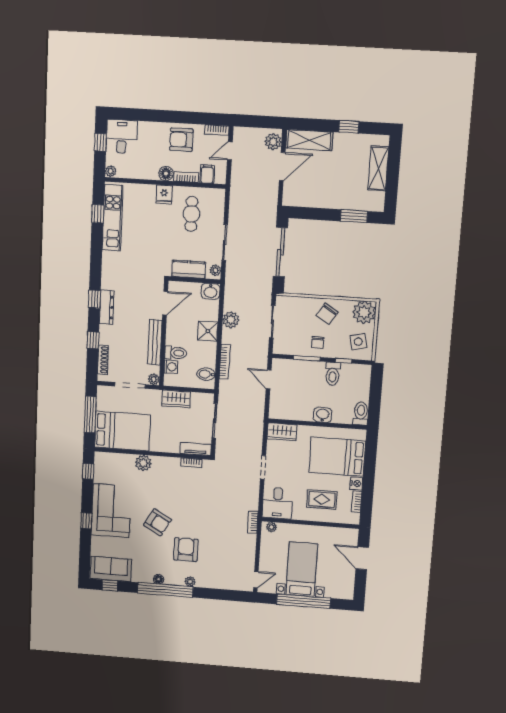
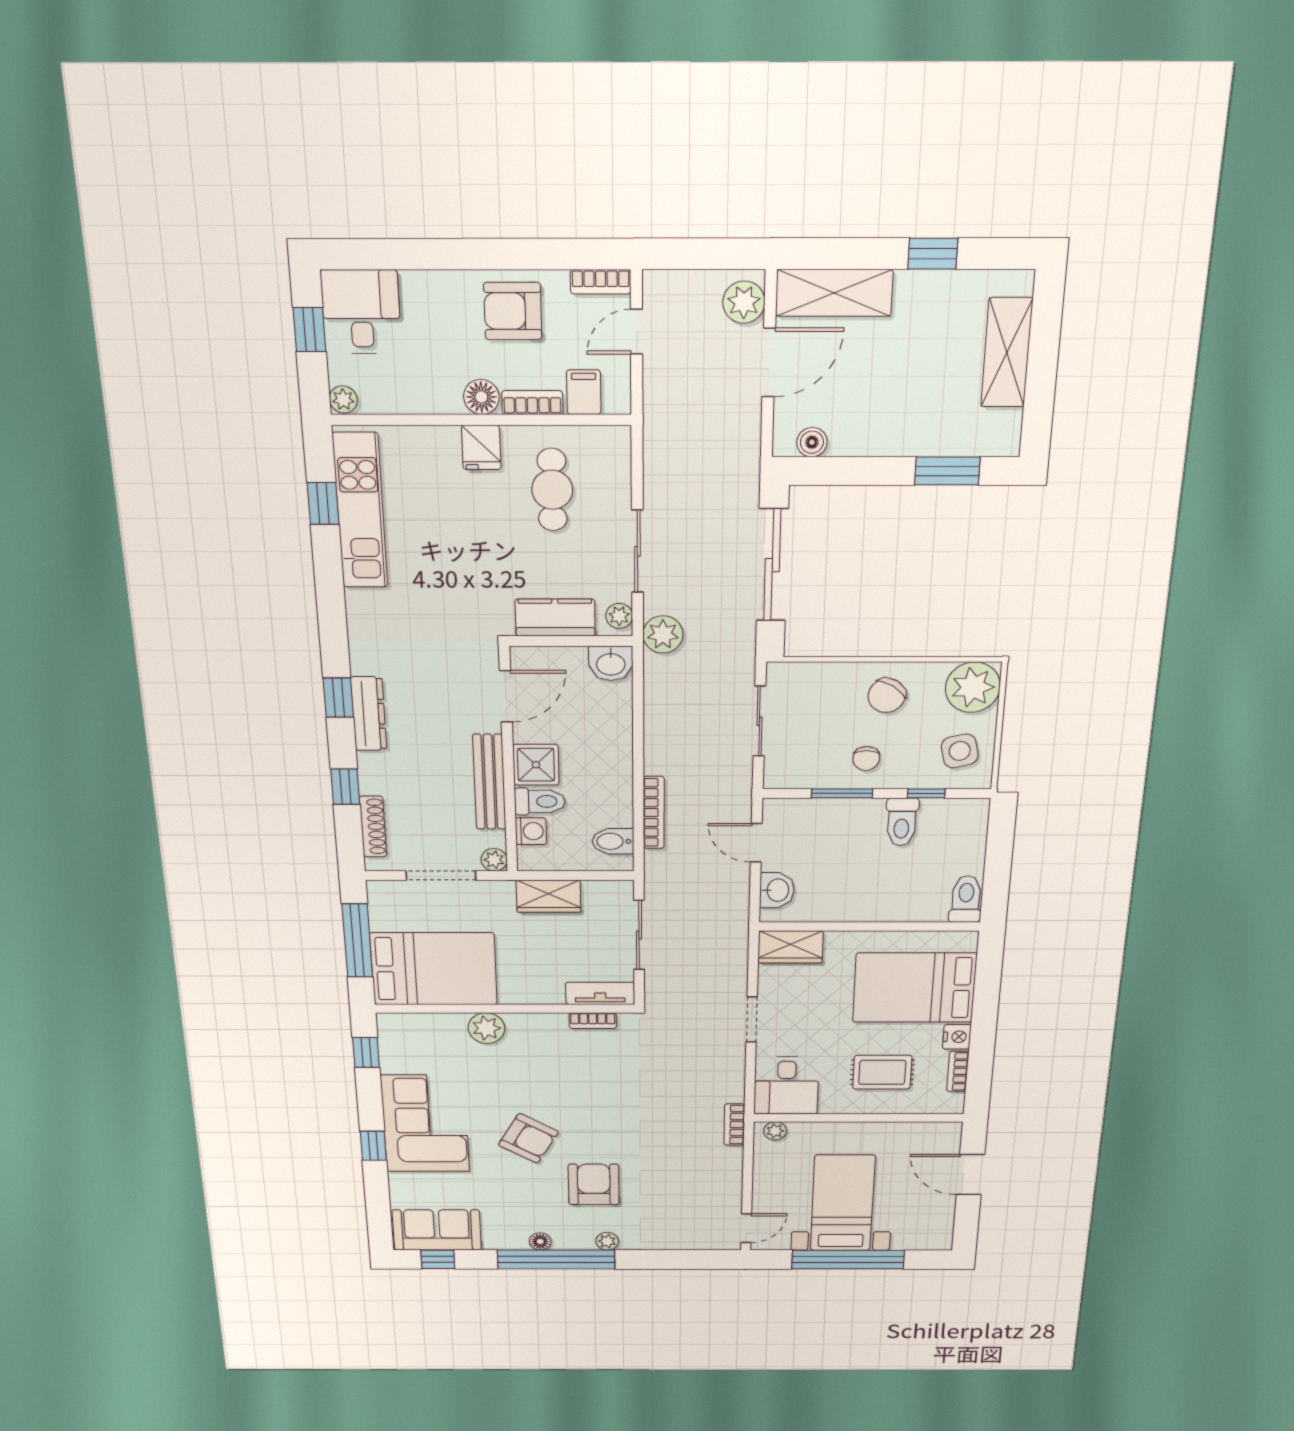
boiler: (299, 201) -> (812, 442), added
plant: (231, 320) -> (663, 634), moved
shower: (208, 331) -> (536, 765), moved
washbasin: (323, 415) -> (777, 890), moved, turned 90

